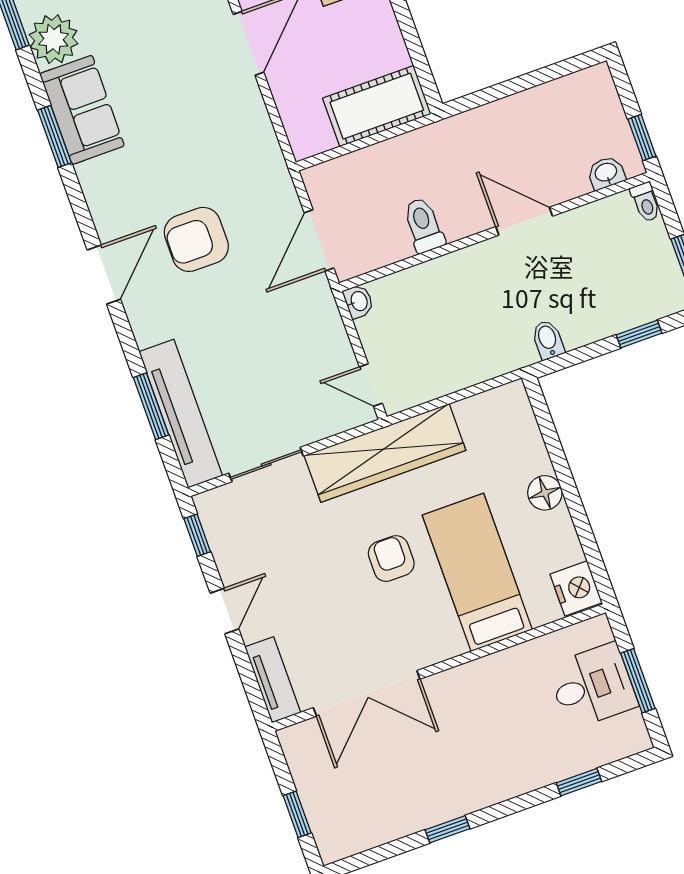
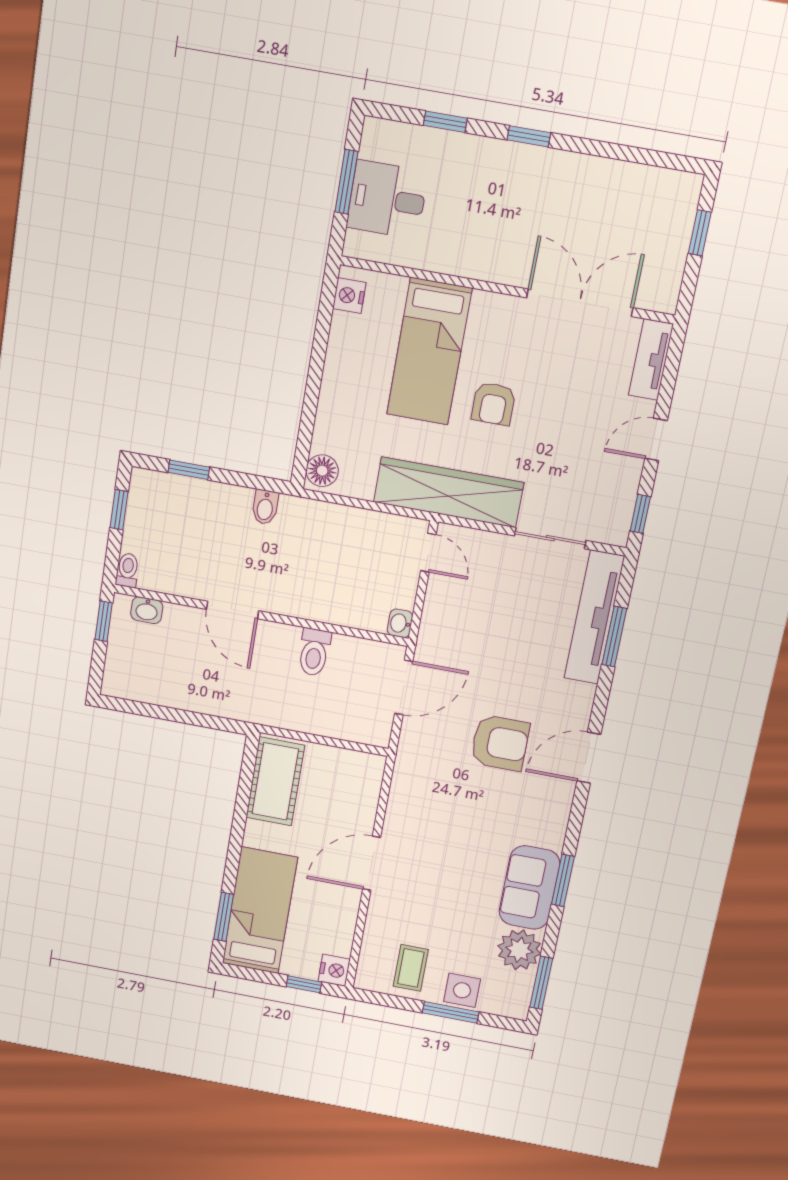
cot: (377, 106) -> (275, 781), moved, turned 90
floor lamp: (545, 493) -> (322, 471), moved
nightstand: (576, 588) -> (349, 296), width x0.74, depth x0.75
window: (448, 829) -> (529, 136), moved

